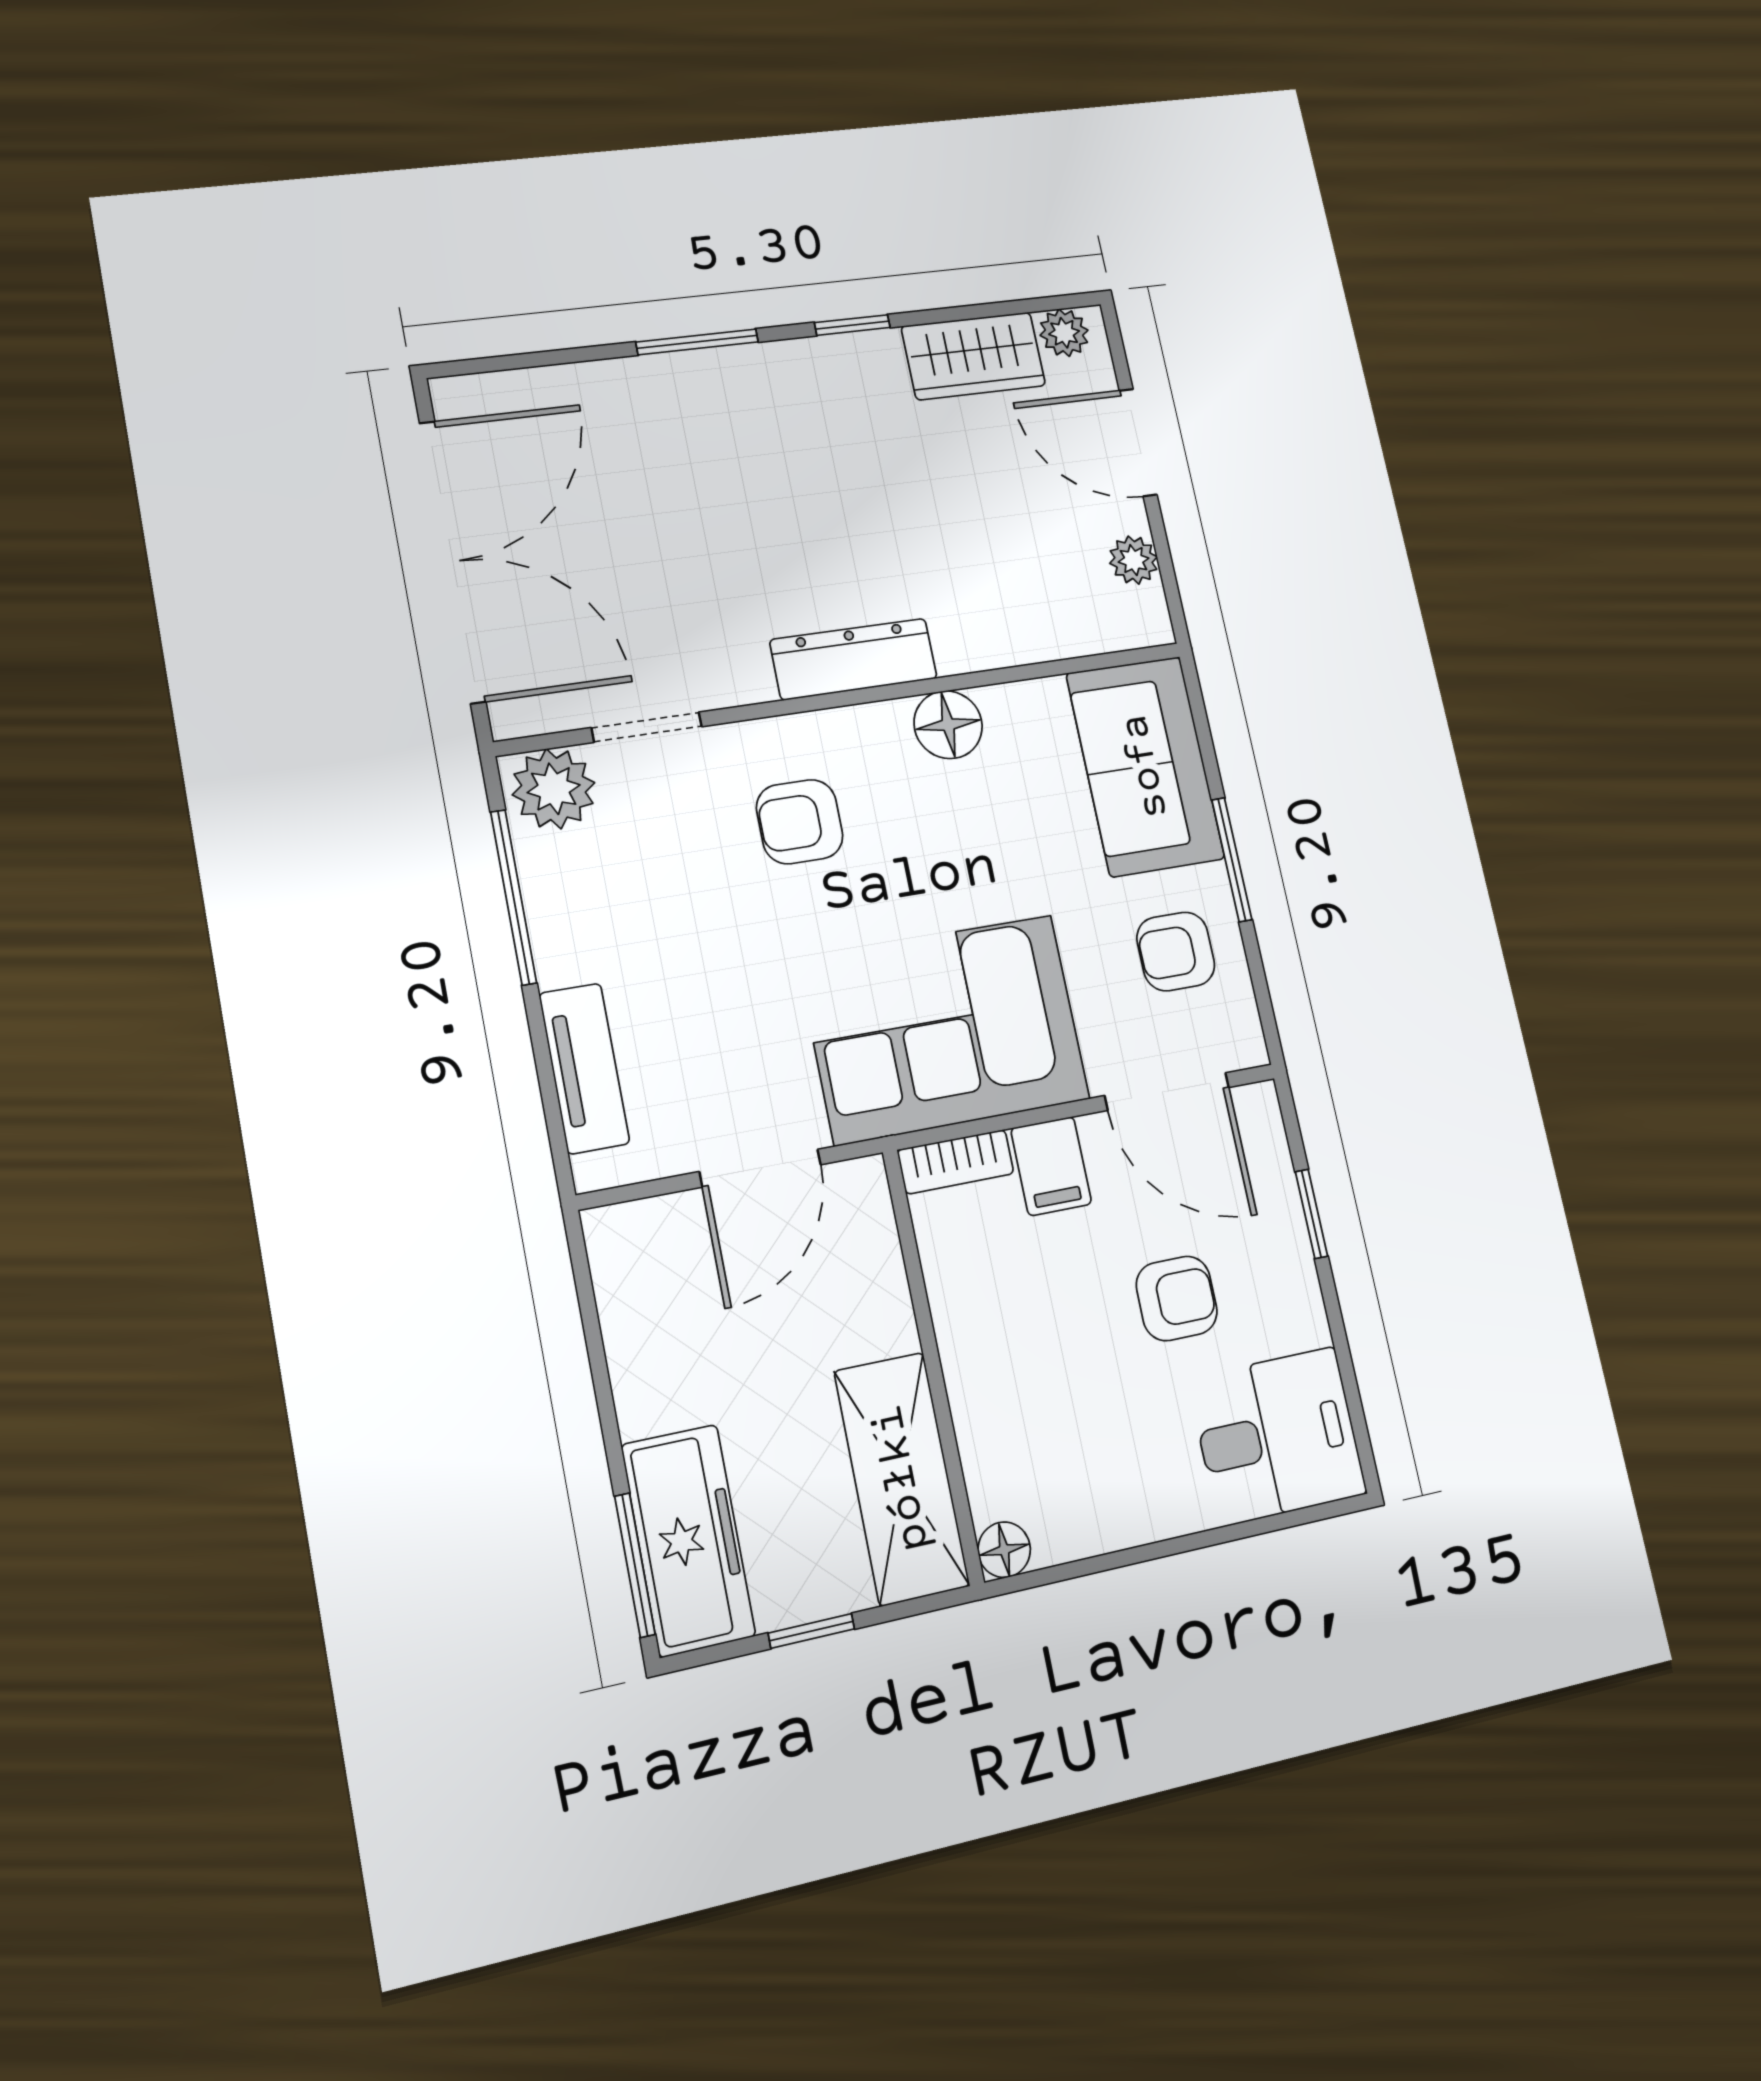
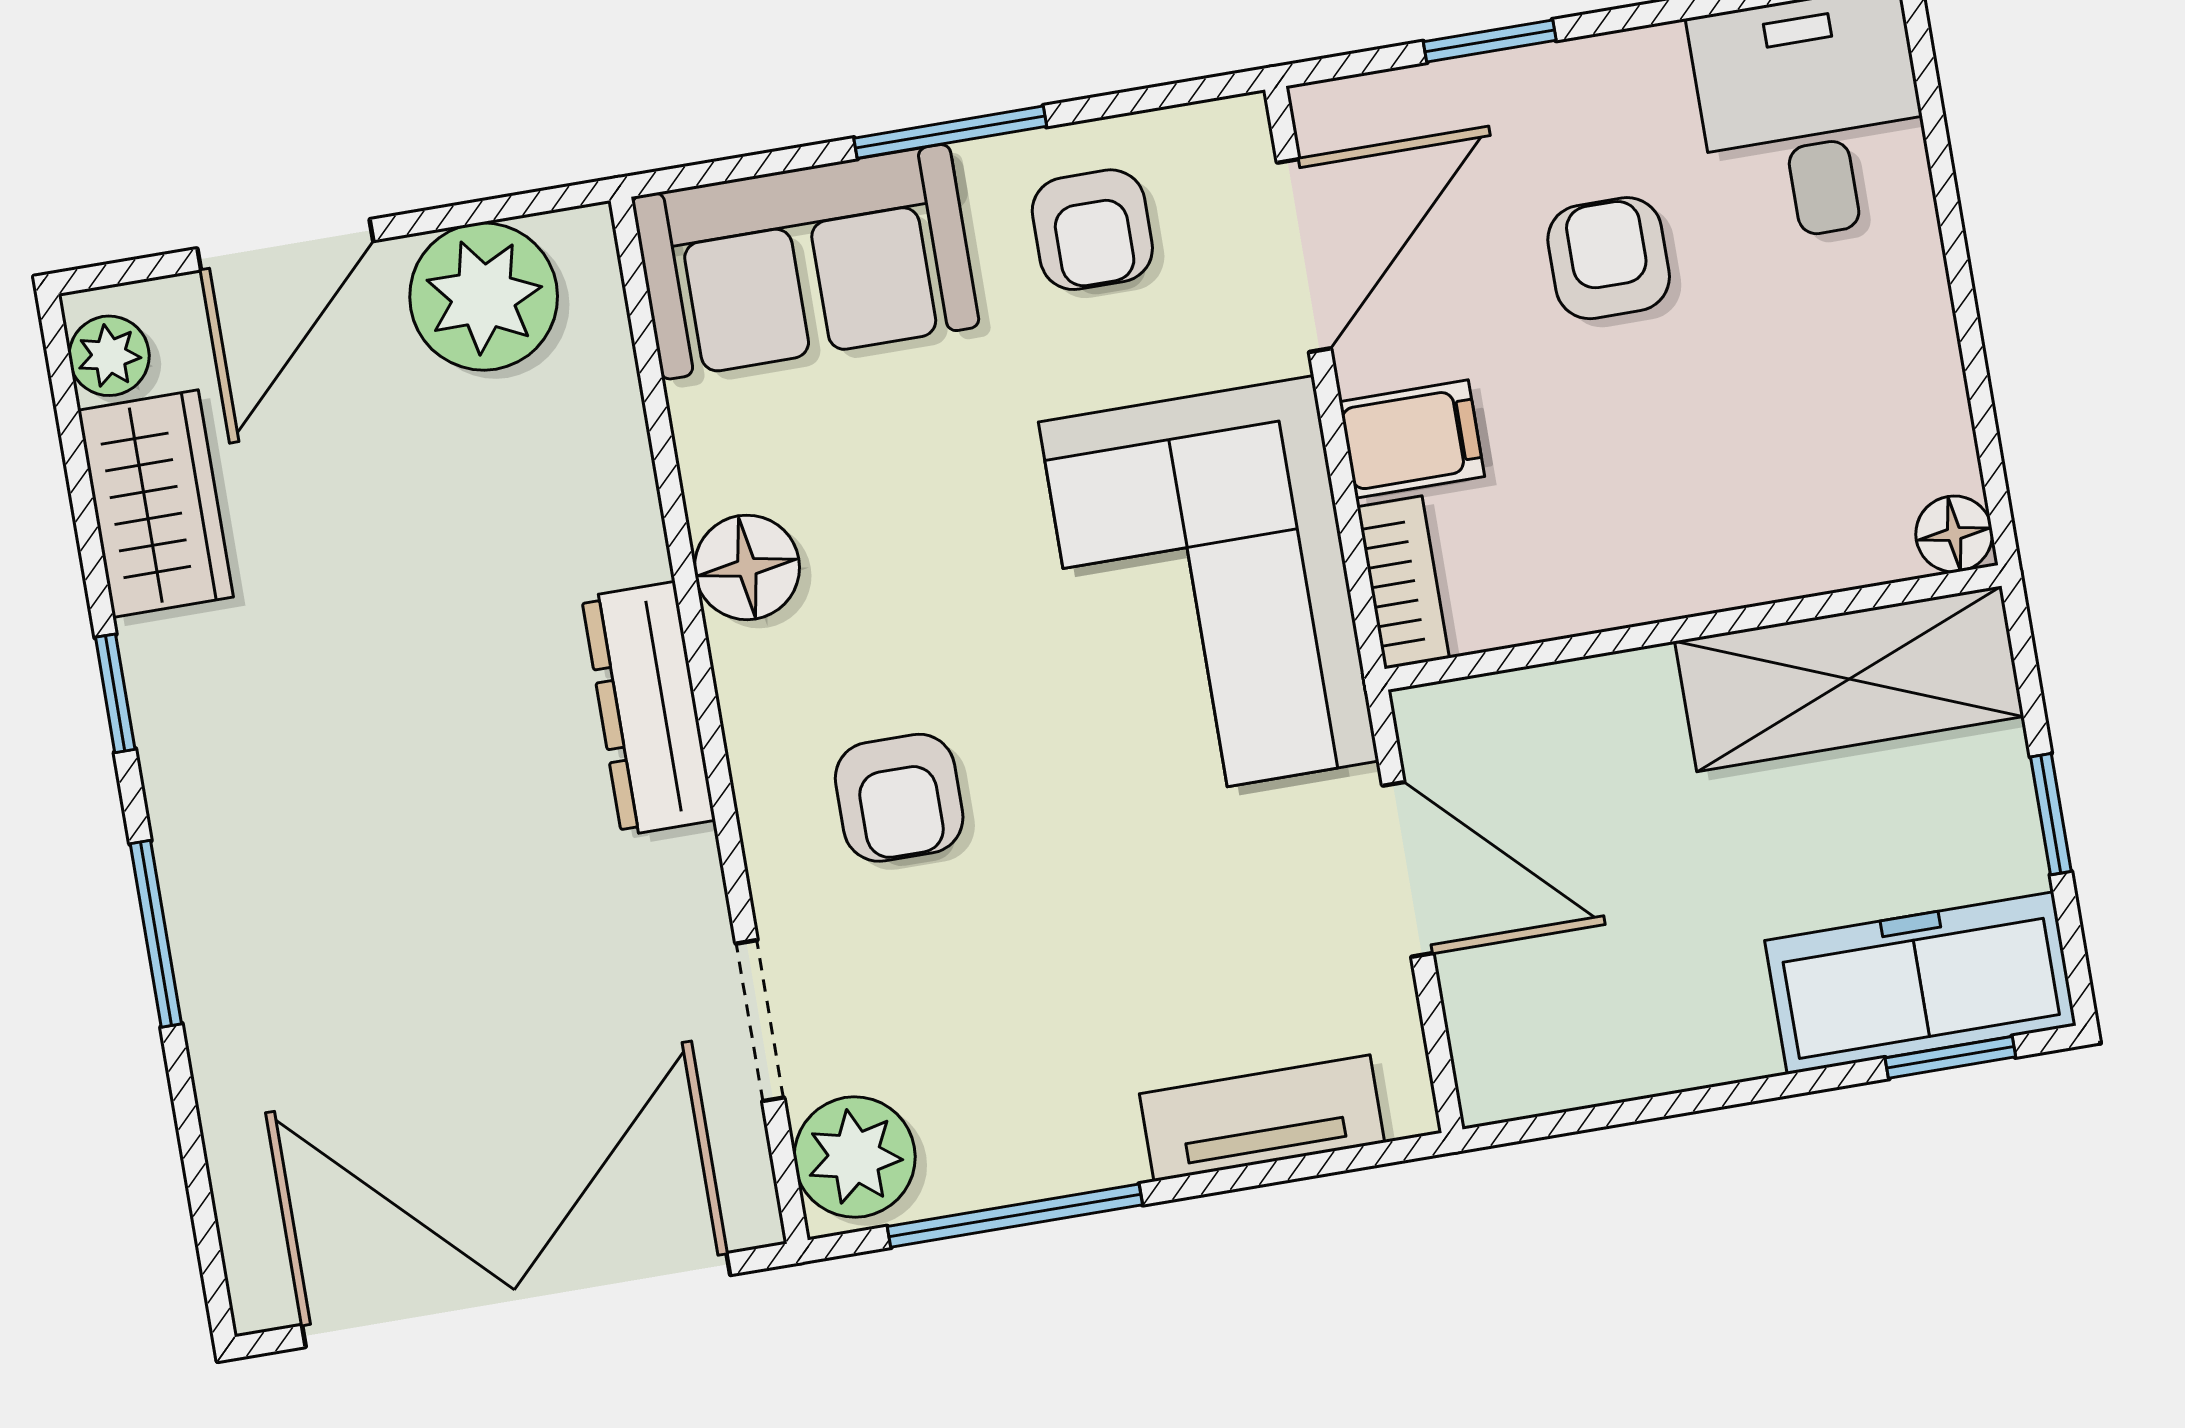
plant: (1134, 560) -> (484, 297), width x1.88, depth x1.88
window: (635, 1565) -> (1950, 1057), width x0.67

